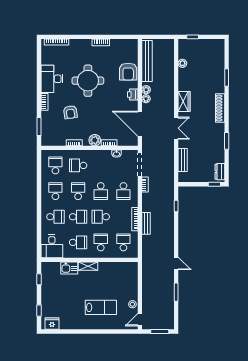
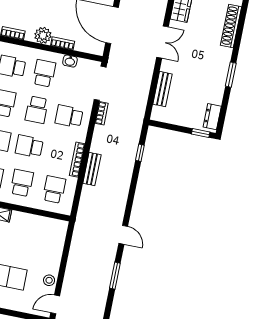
school desk: (101, 165) -> (44, 73), added
school desk: (123, 191) -> (69, 116), turned 90

